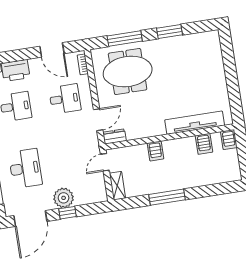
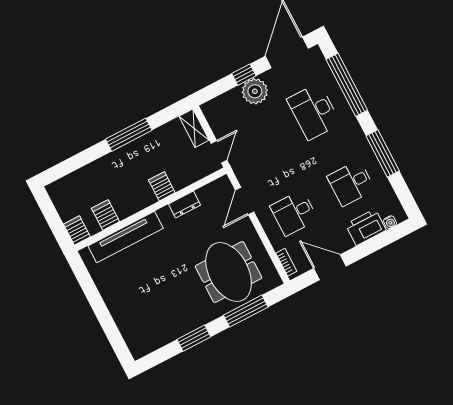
meeting table: (128, 72) -> (229, 272), turned 90
dresser: (115, 136) -> (185, 205), moved

